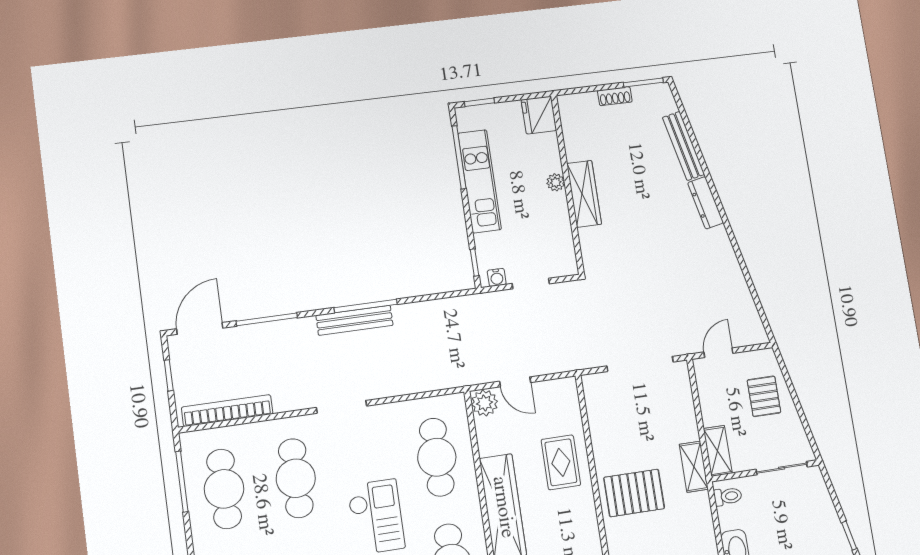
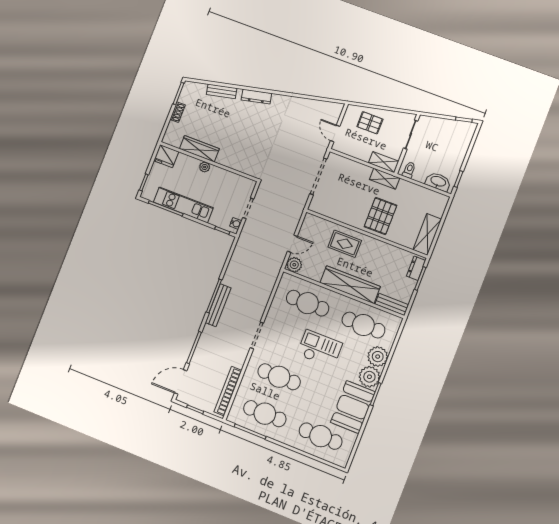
bench: (683, 146) -> (222, 91), width x0.73
wardrobe: (584, 194) -> (199, 149), moved
door: (200, 328) -> (181, 382), hinge flipped

